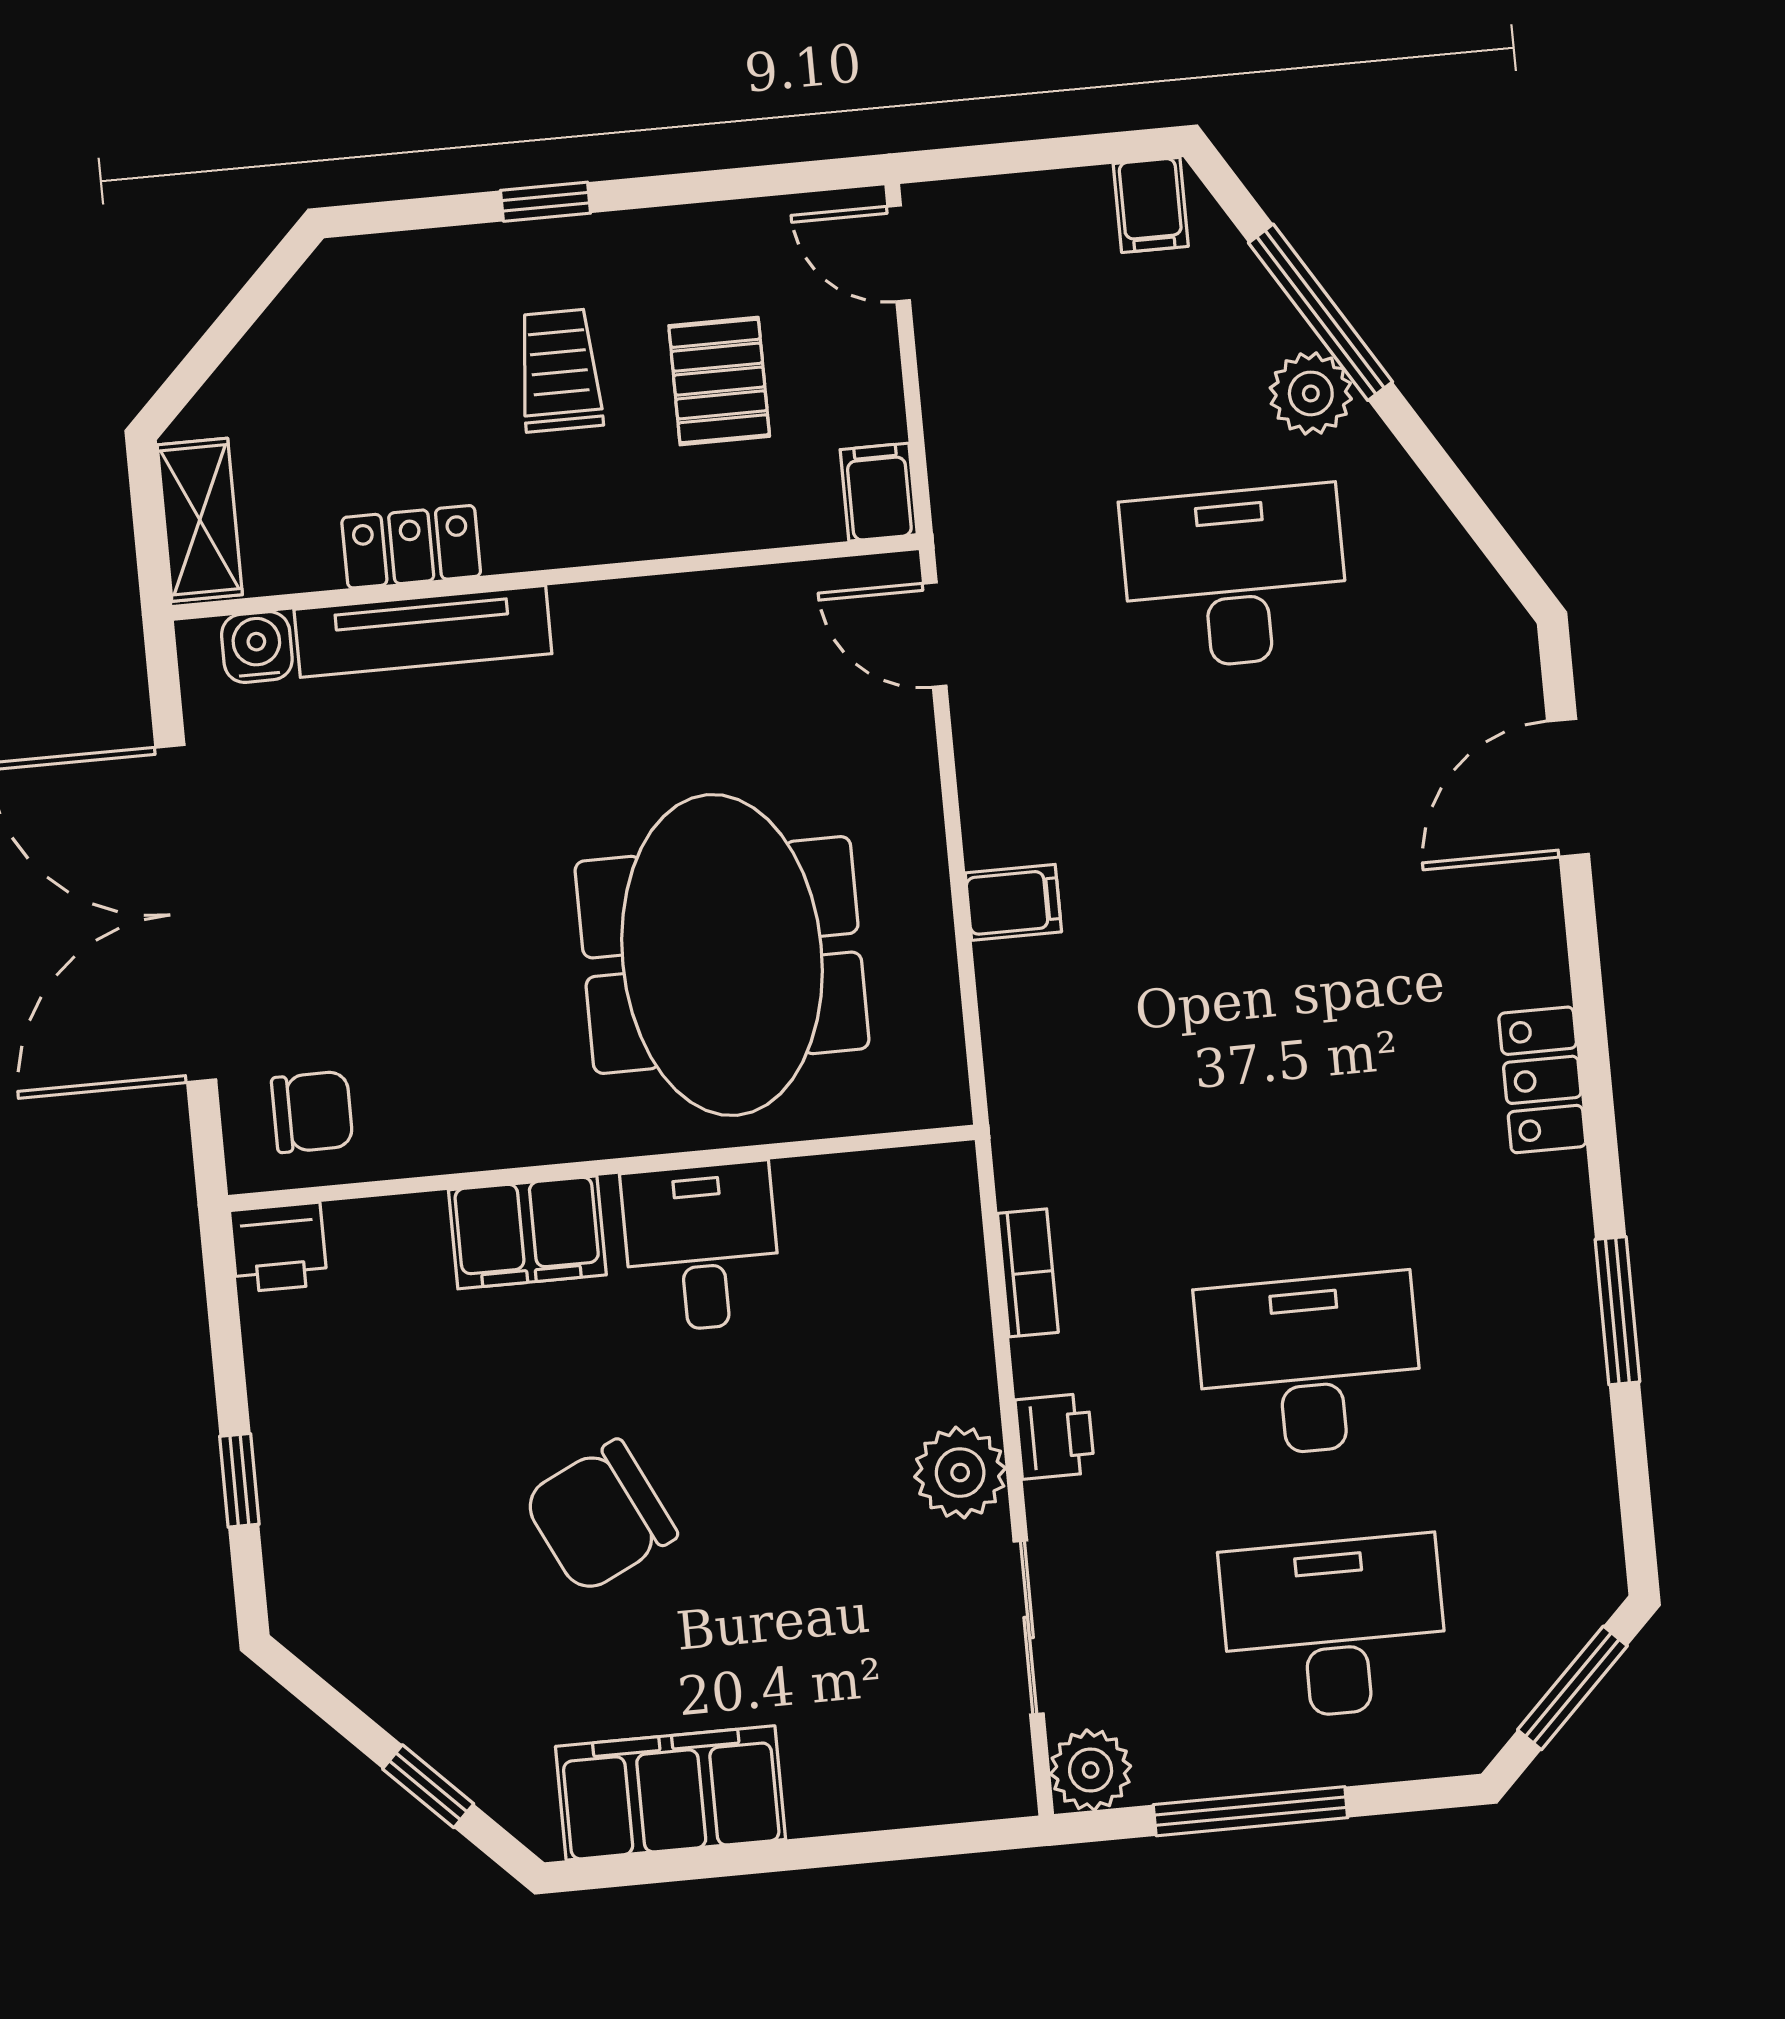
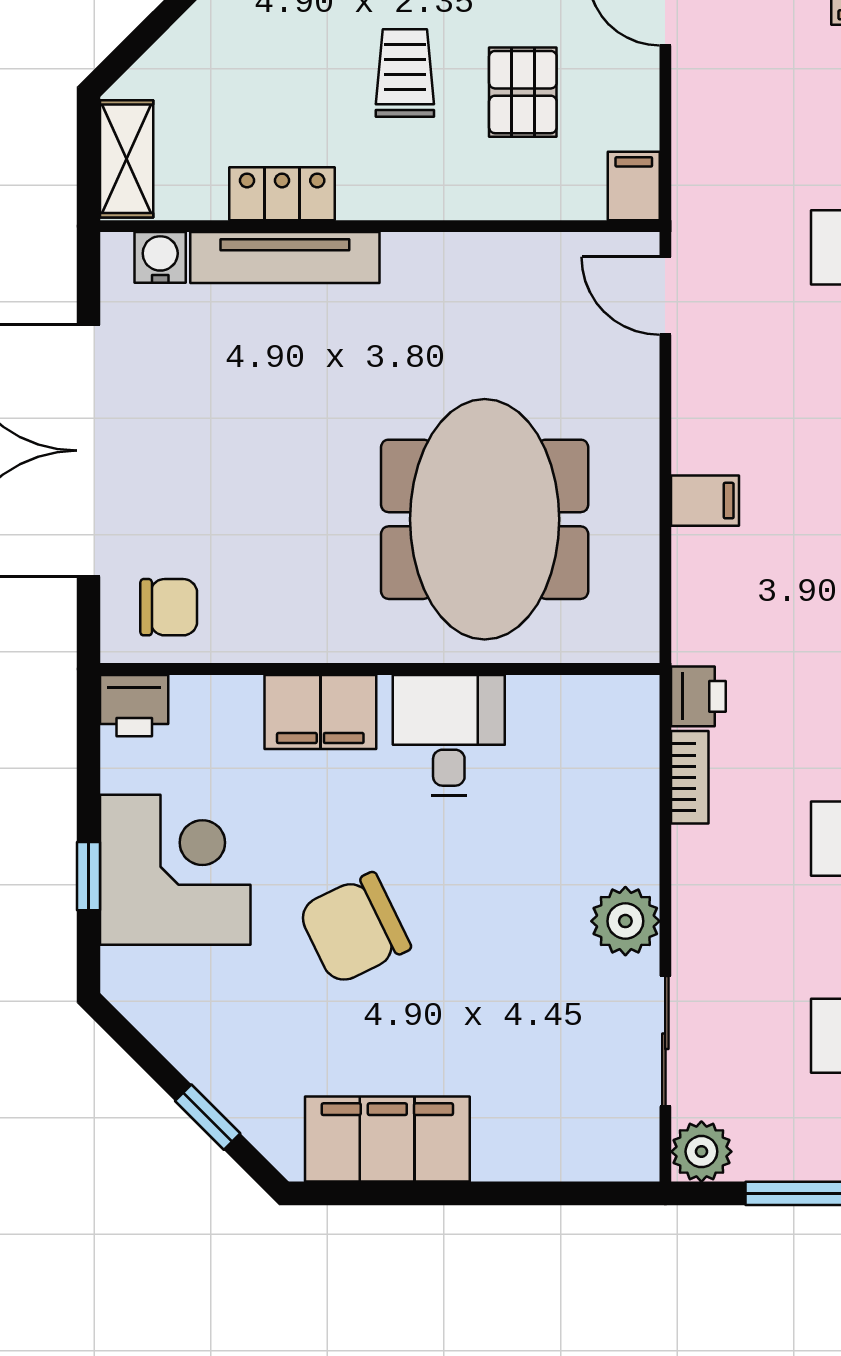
printer: (1055, 1436) -> (698, 696), moved
corner desk: (354, 1461) -> (175, 870), added

